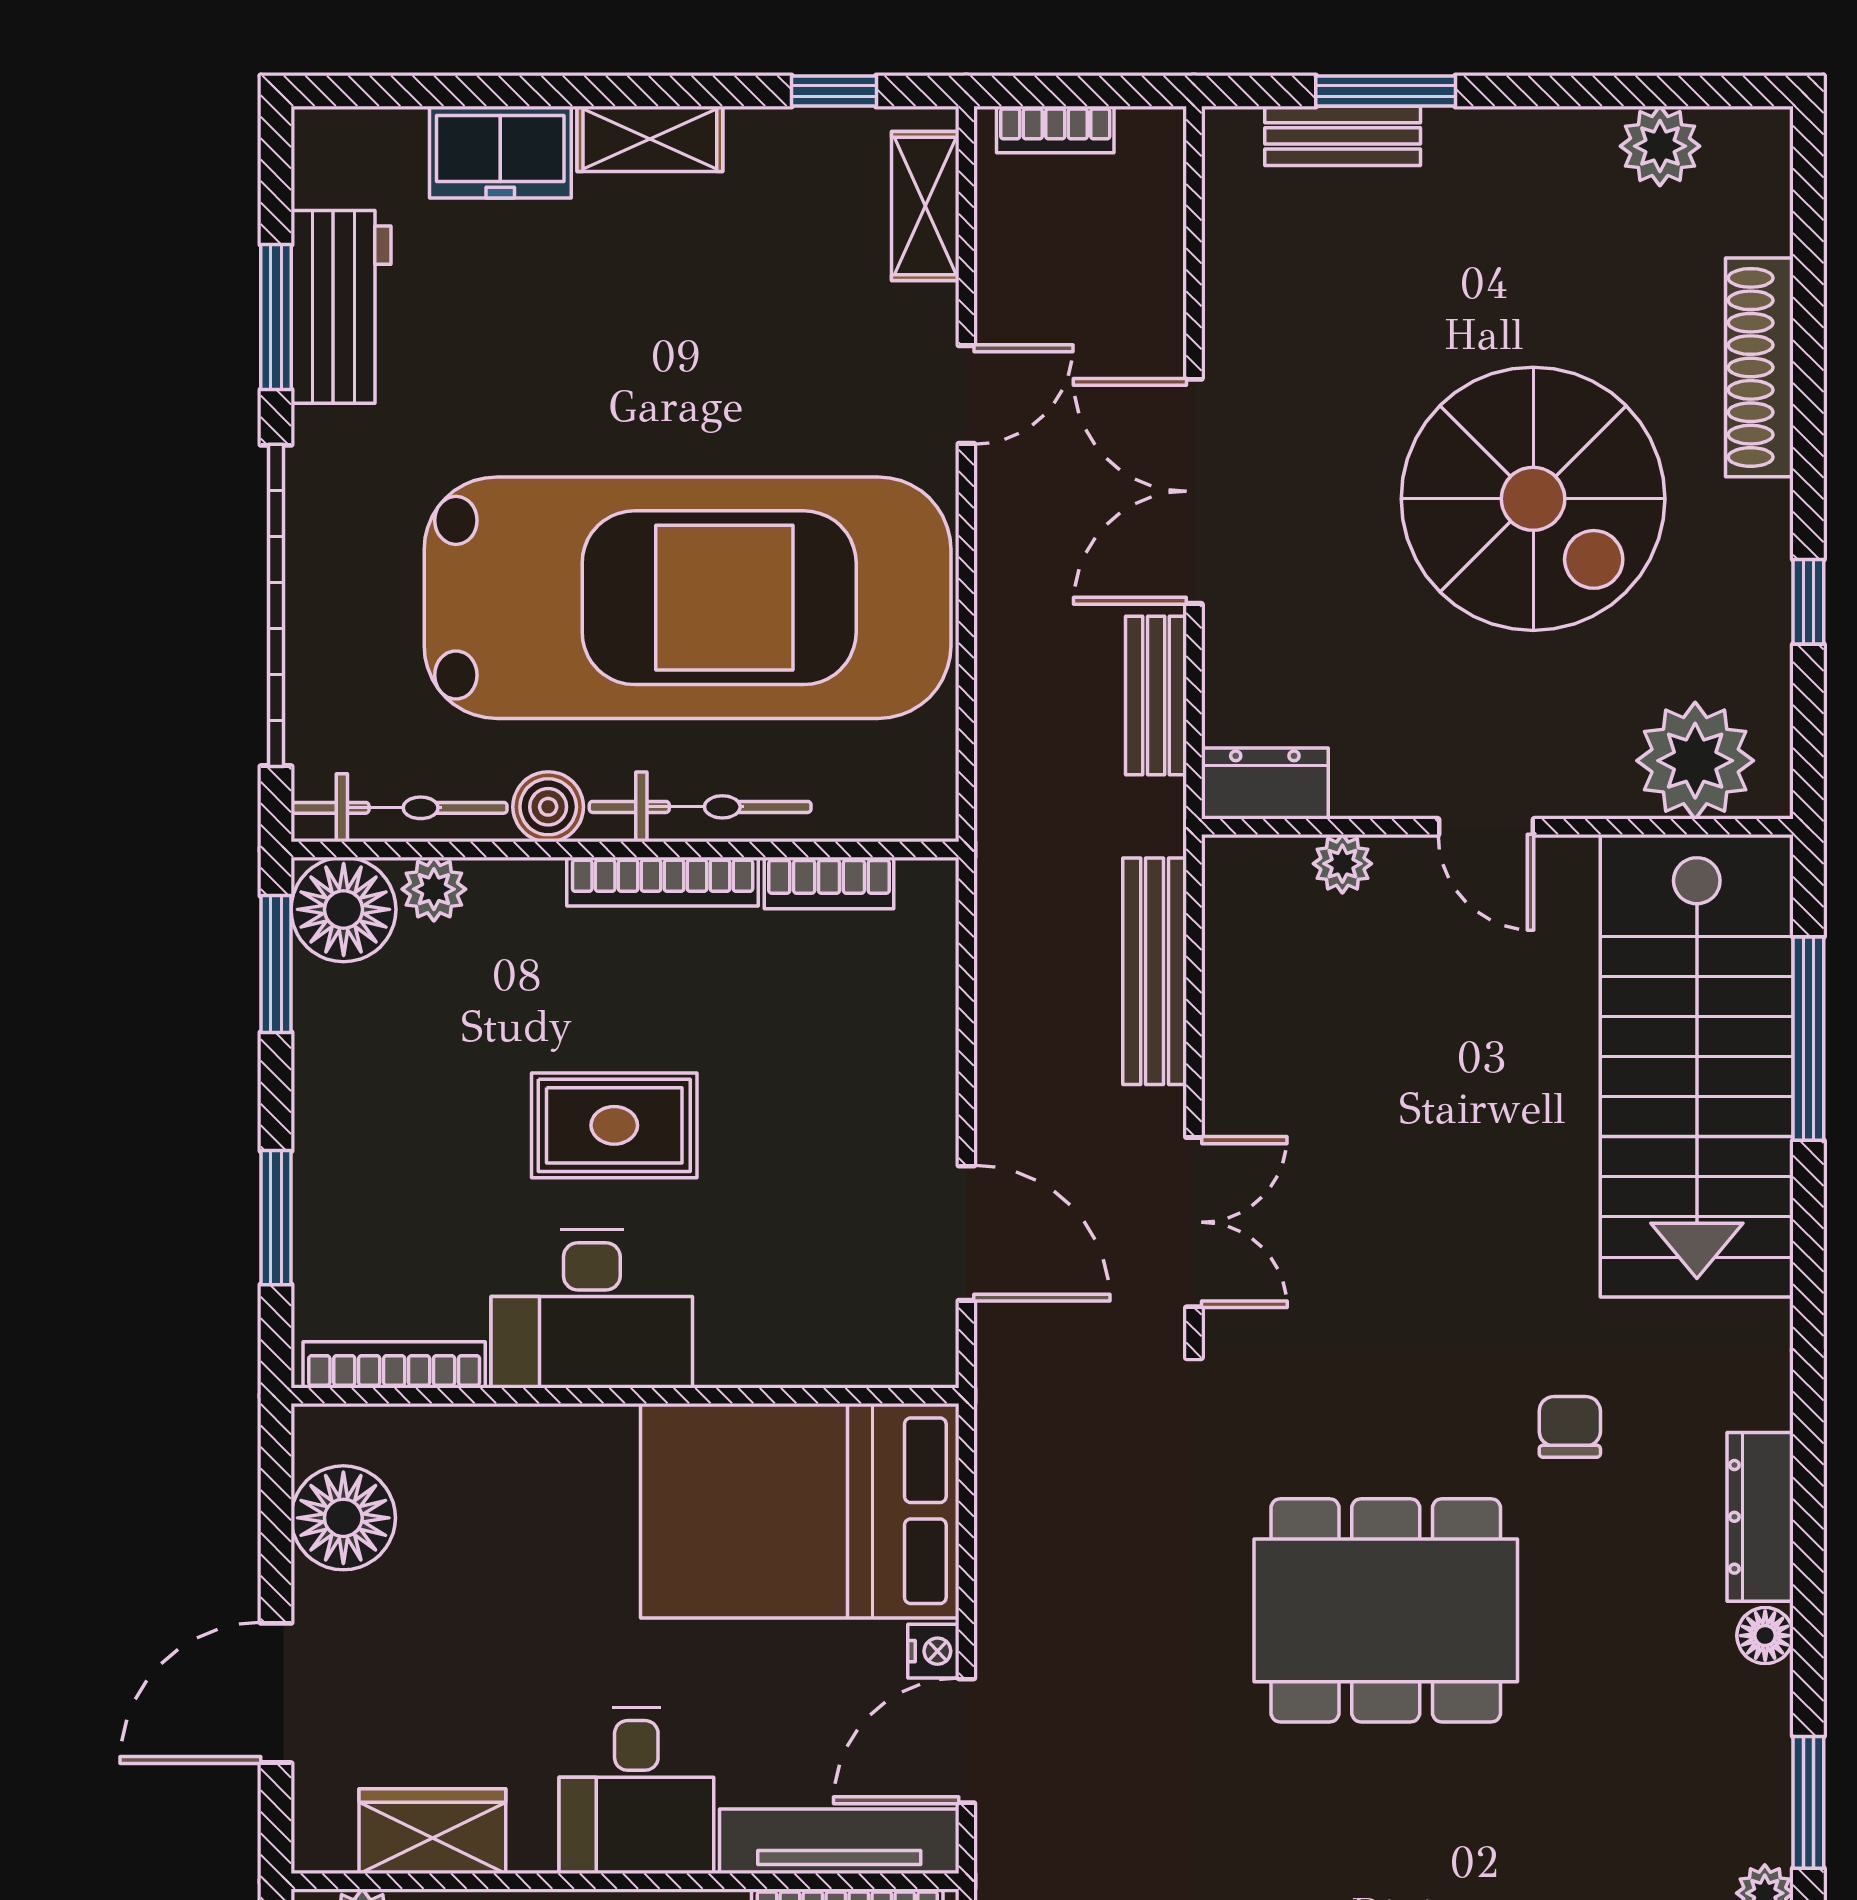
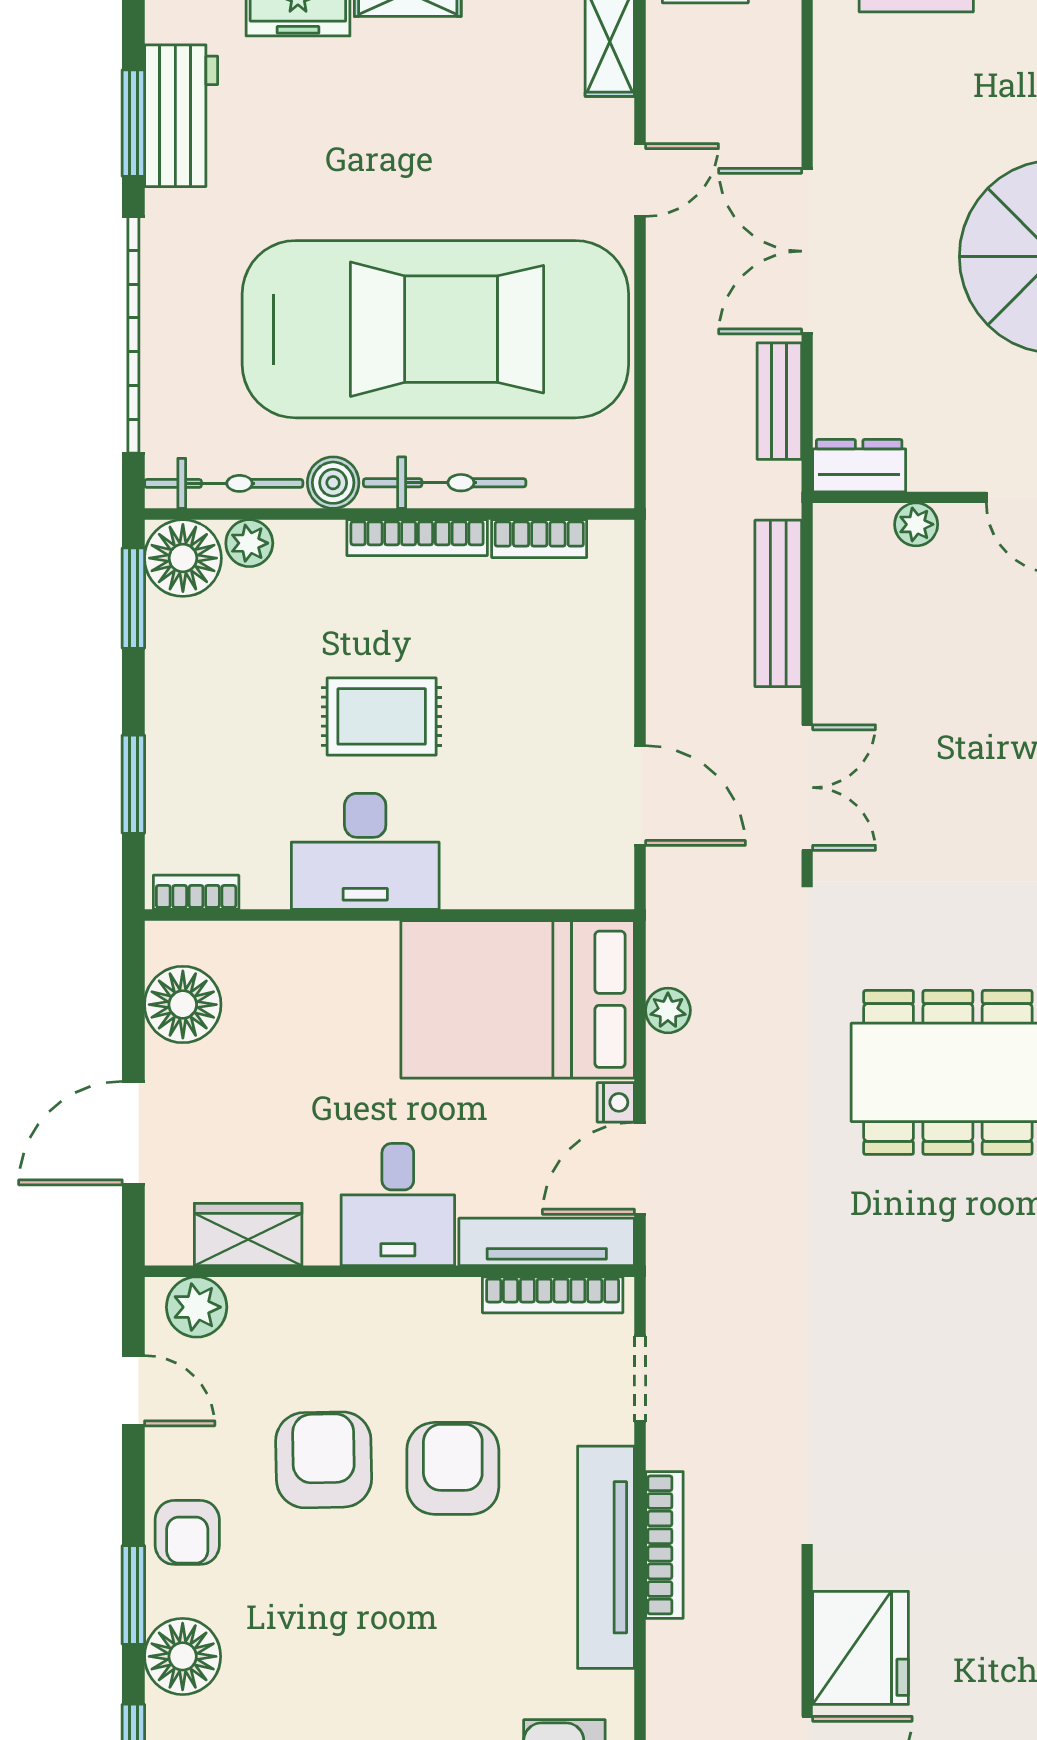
bookcase: (394, 1365) -> (196, 892), width x0.64
plant: (1004, 1526) -> (668, 1010), added

